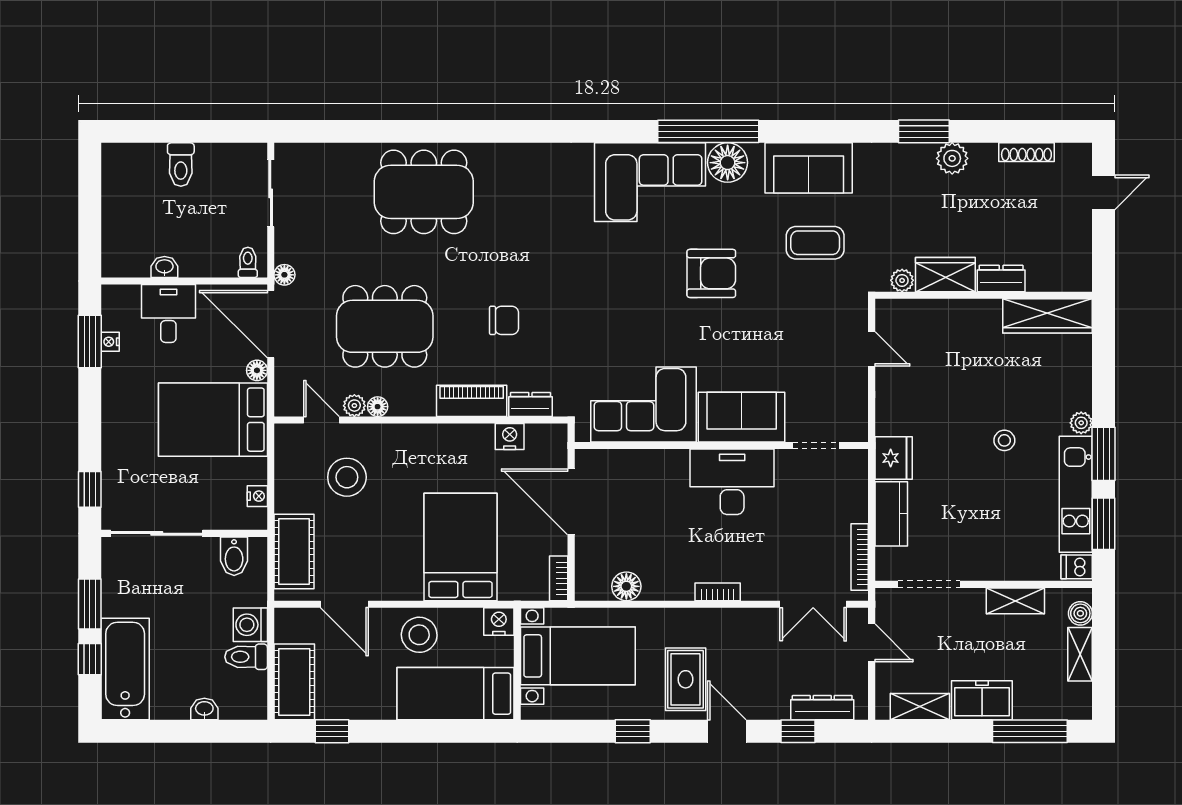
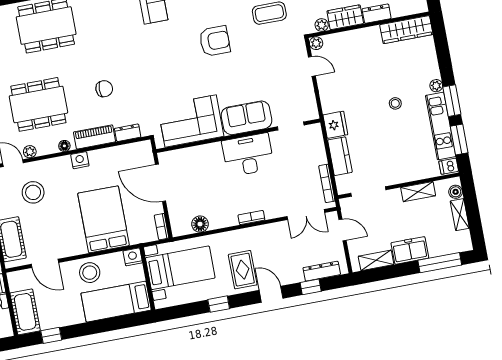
plant: (887, 310) -> (316, 43), added
floor lamp: (378, 407) -> (64, 146), moved
nightstand: (510, 436) -> (80, 160), moved

